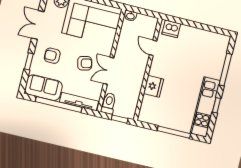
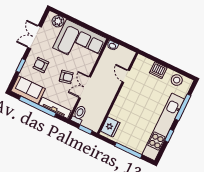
dishwasher: (171, 29) -> (158, 70), moved
stool: (212, 40) -> (177, 80), added
fridge: (154, 86) -> (110, 127), moved
kitchen unit: (205, 107) -> (163, 127), width x1.36

